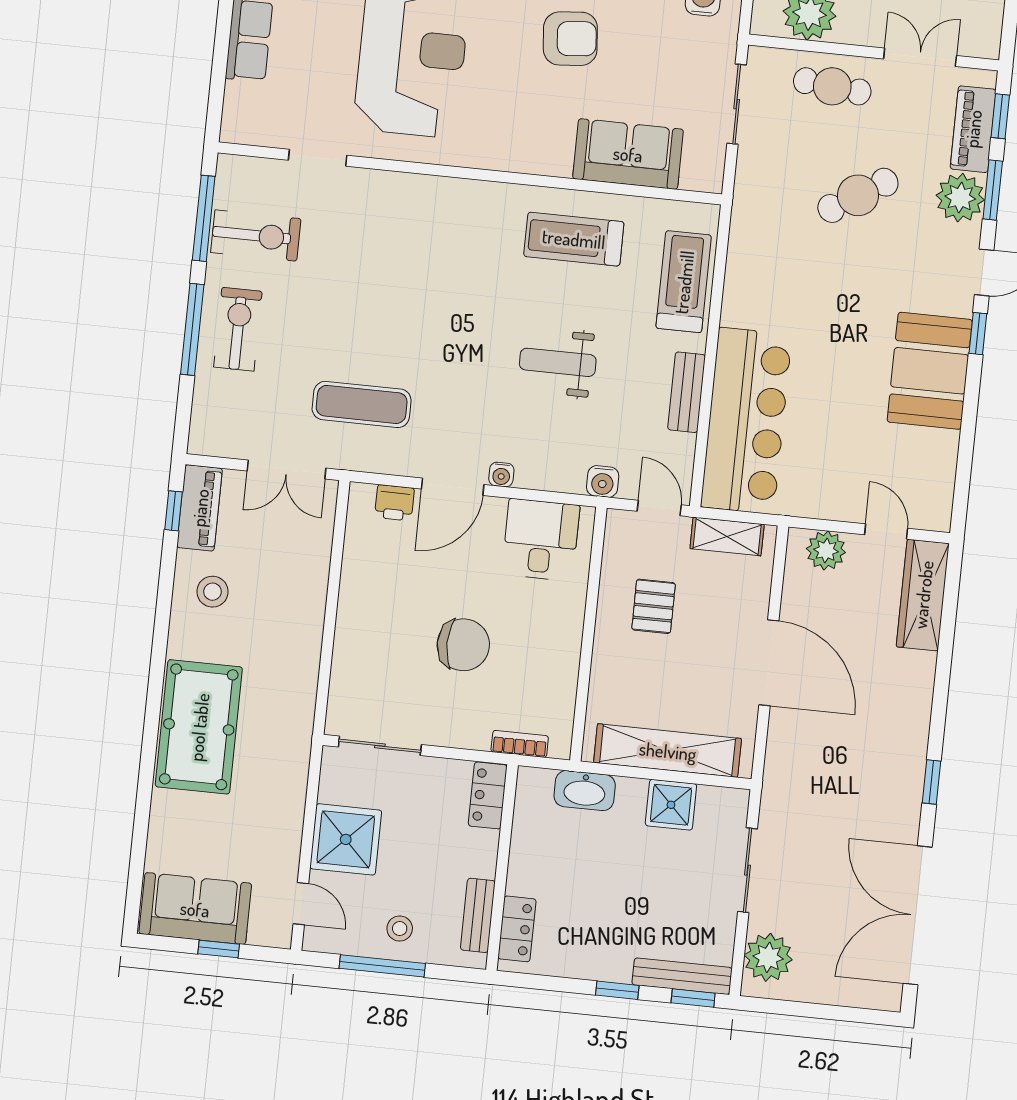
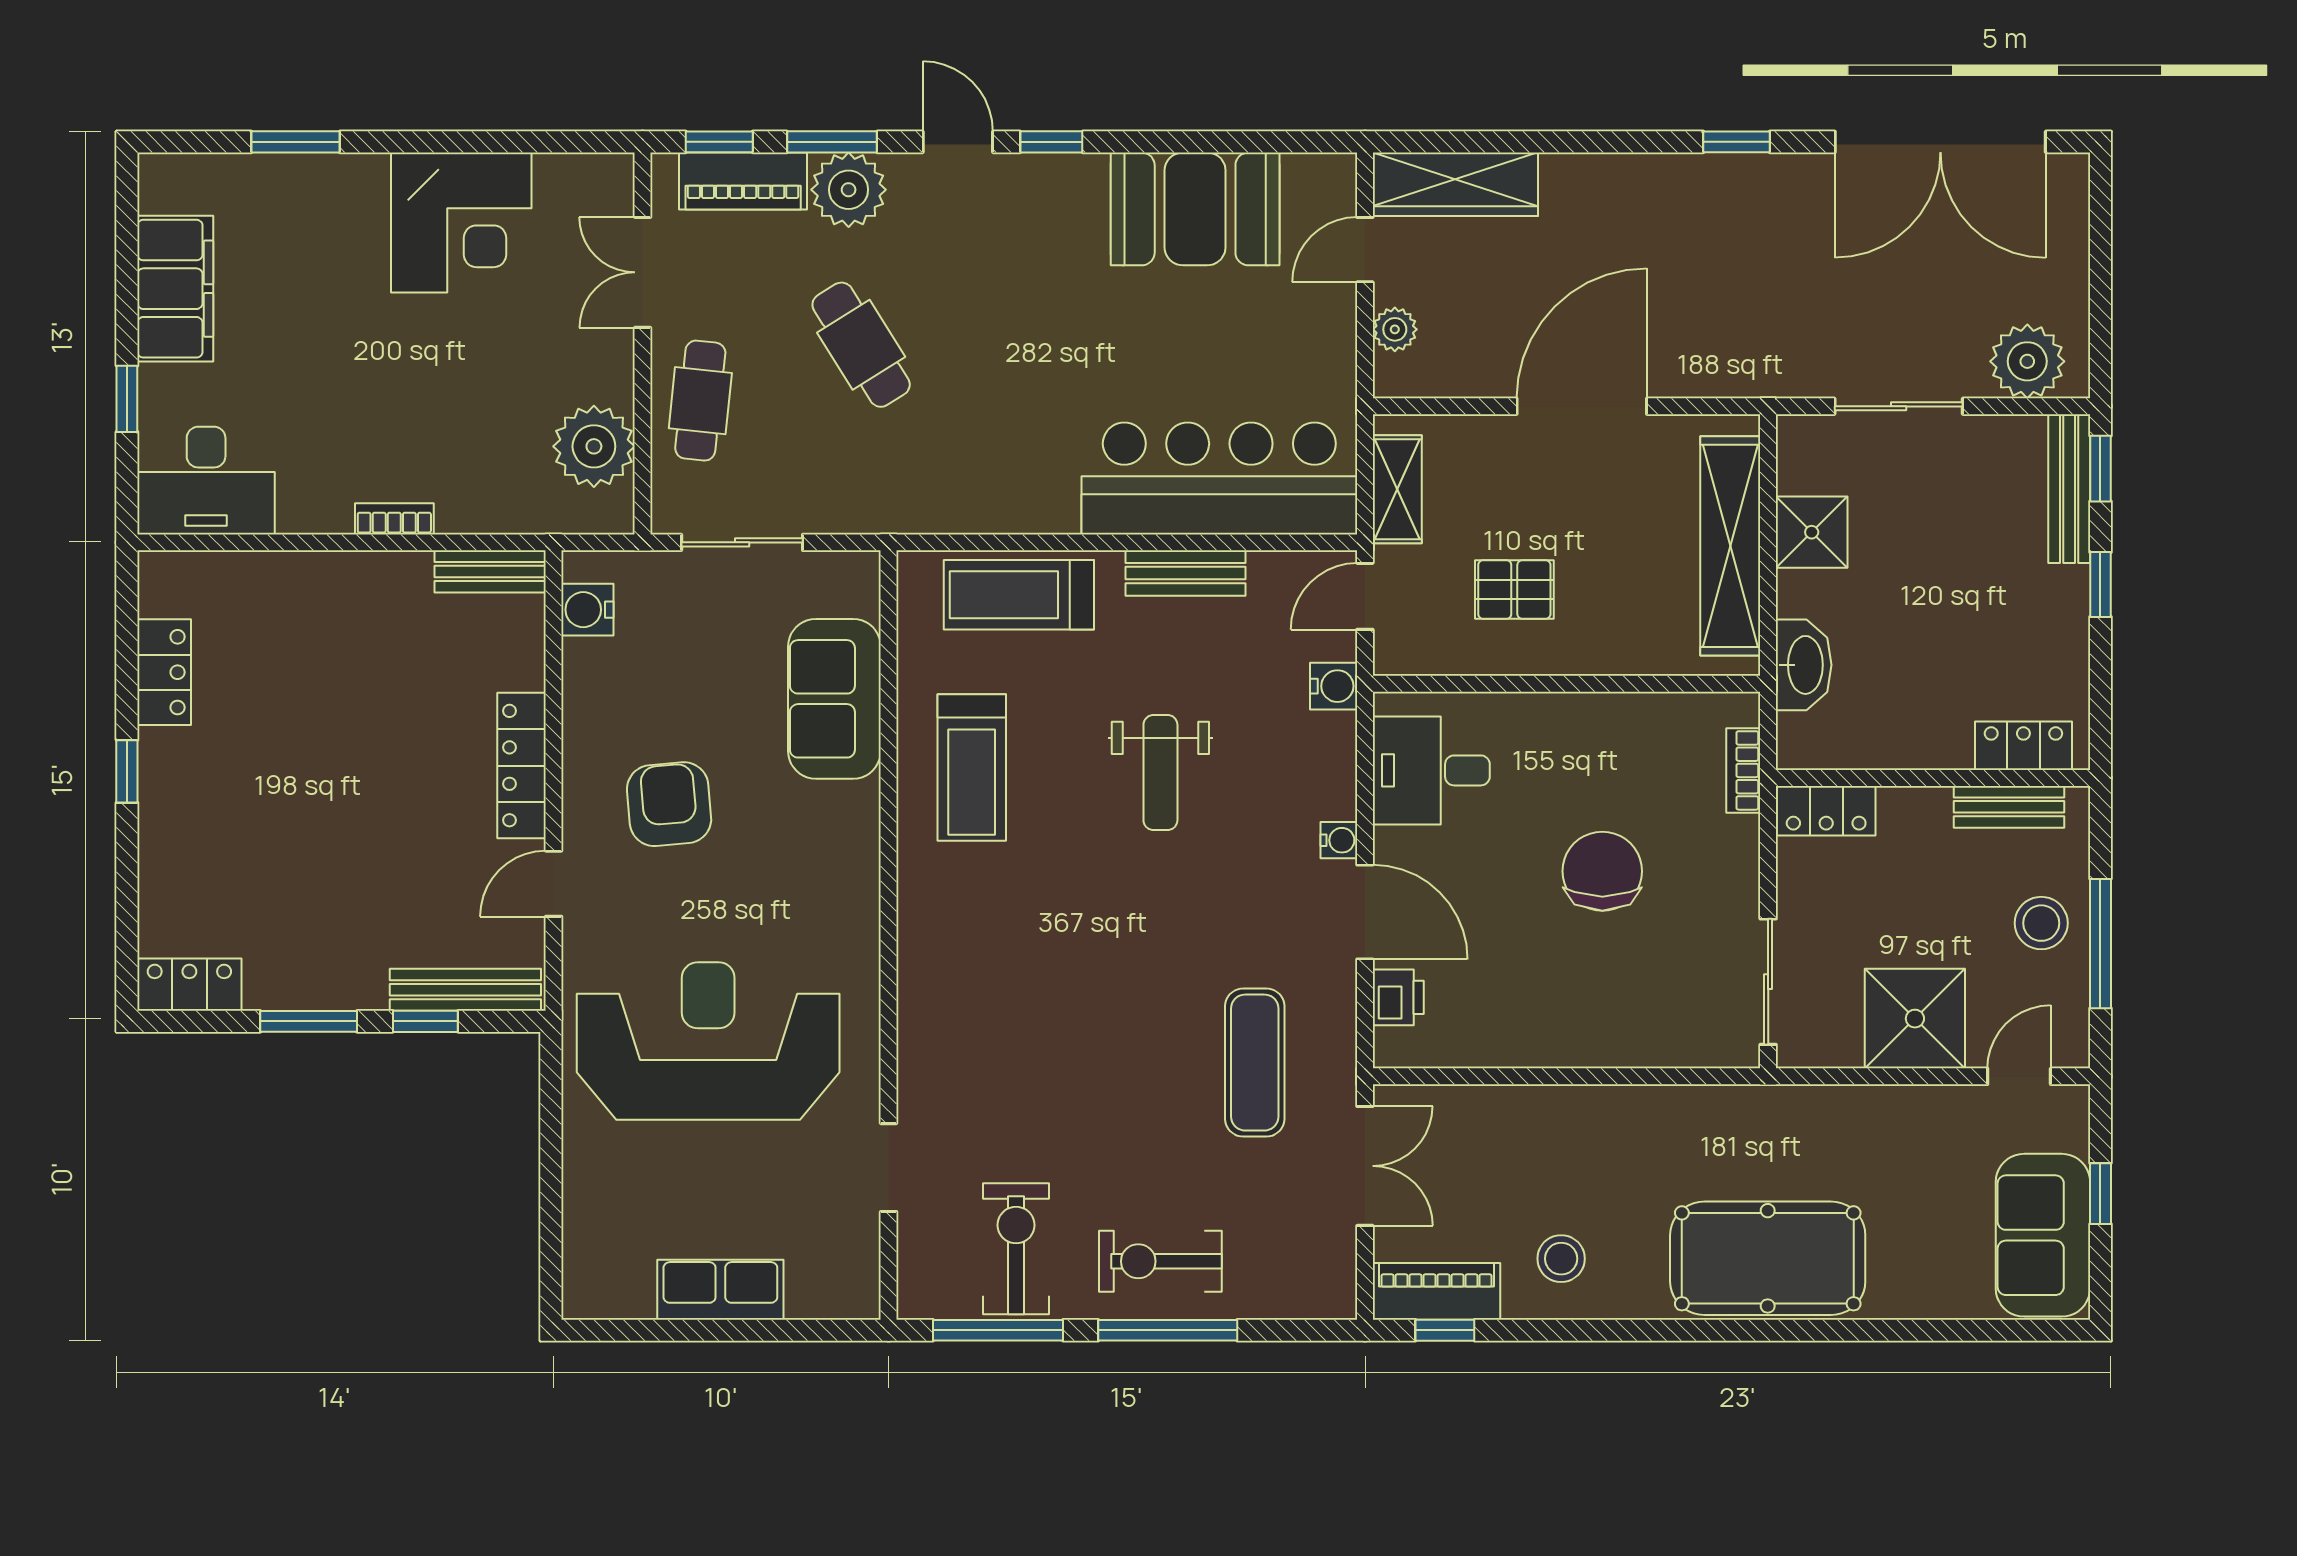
booth: (930, 371) -> (1195, 209), moved
plant: (826, 550) -> (1395, 329), width x0.73, depth x0.73
stool: (400, 929) -> (2041, 923), width x1.37, depth x1.37

